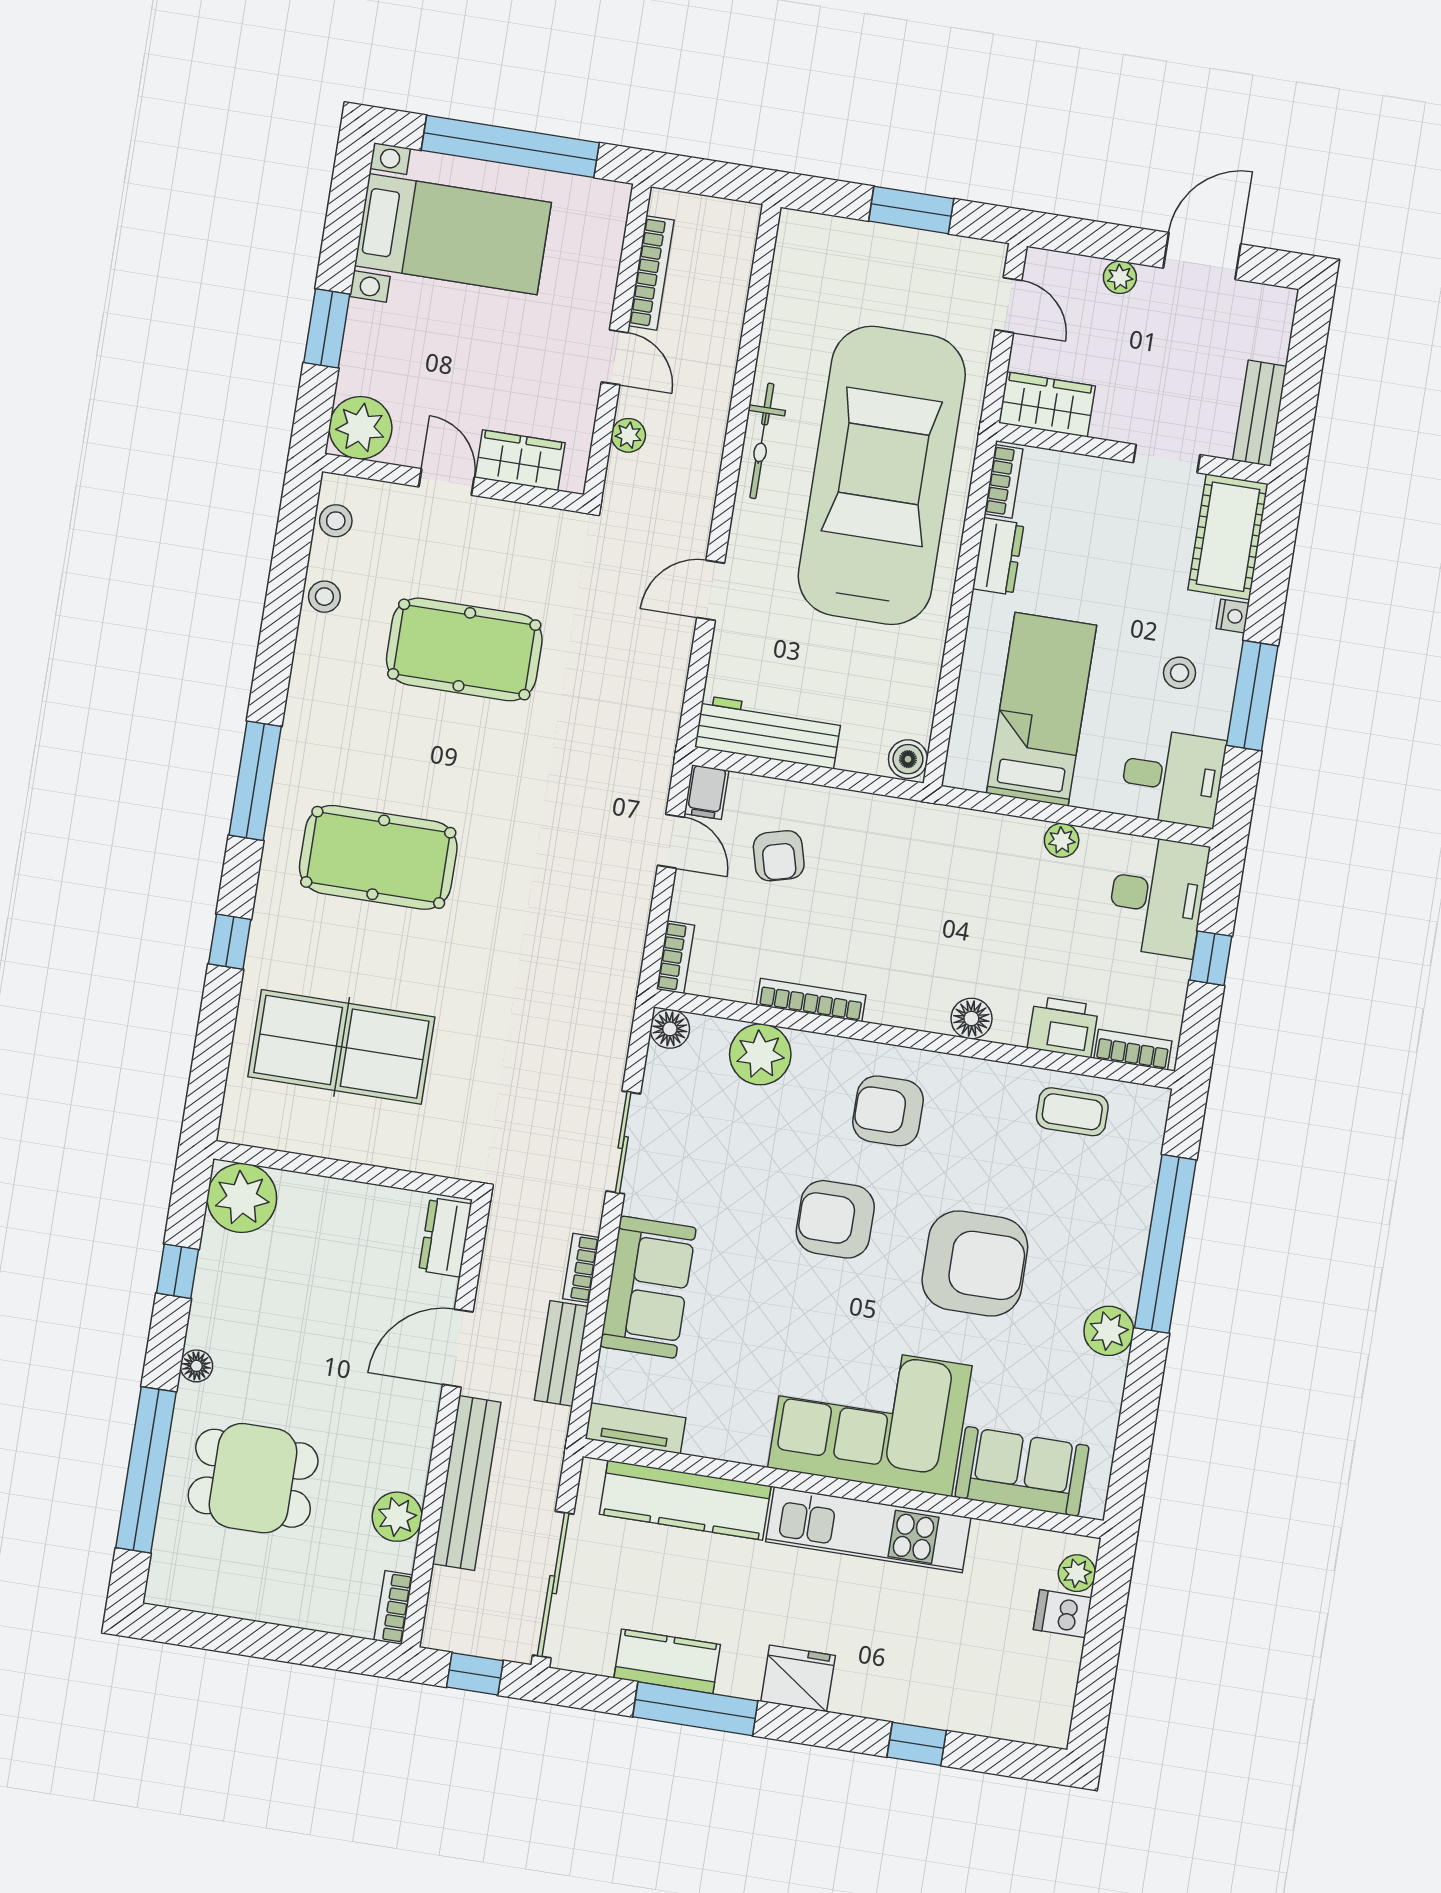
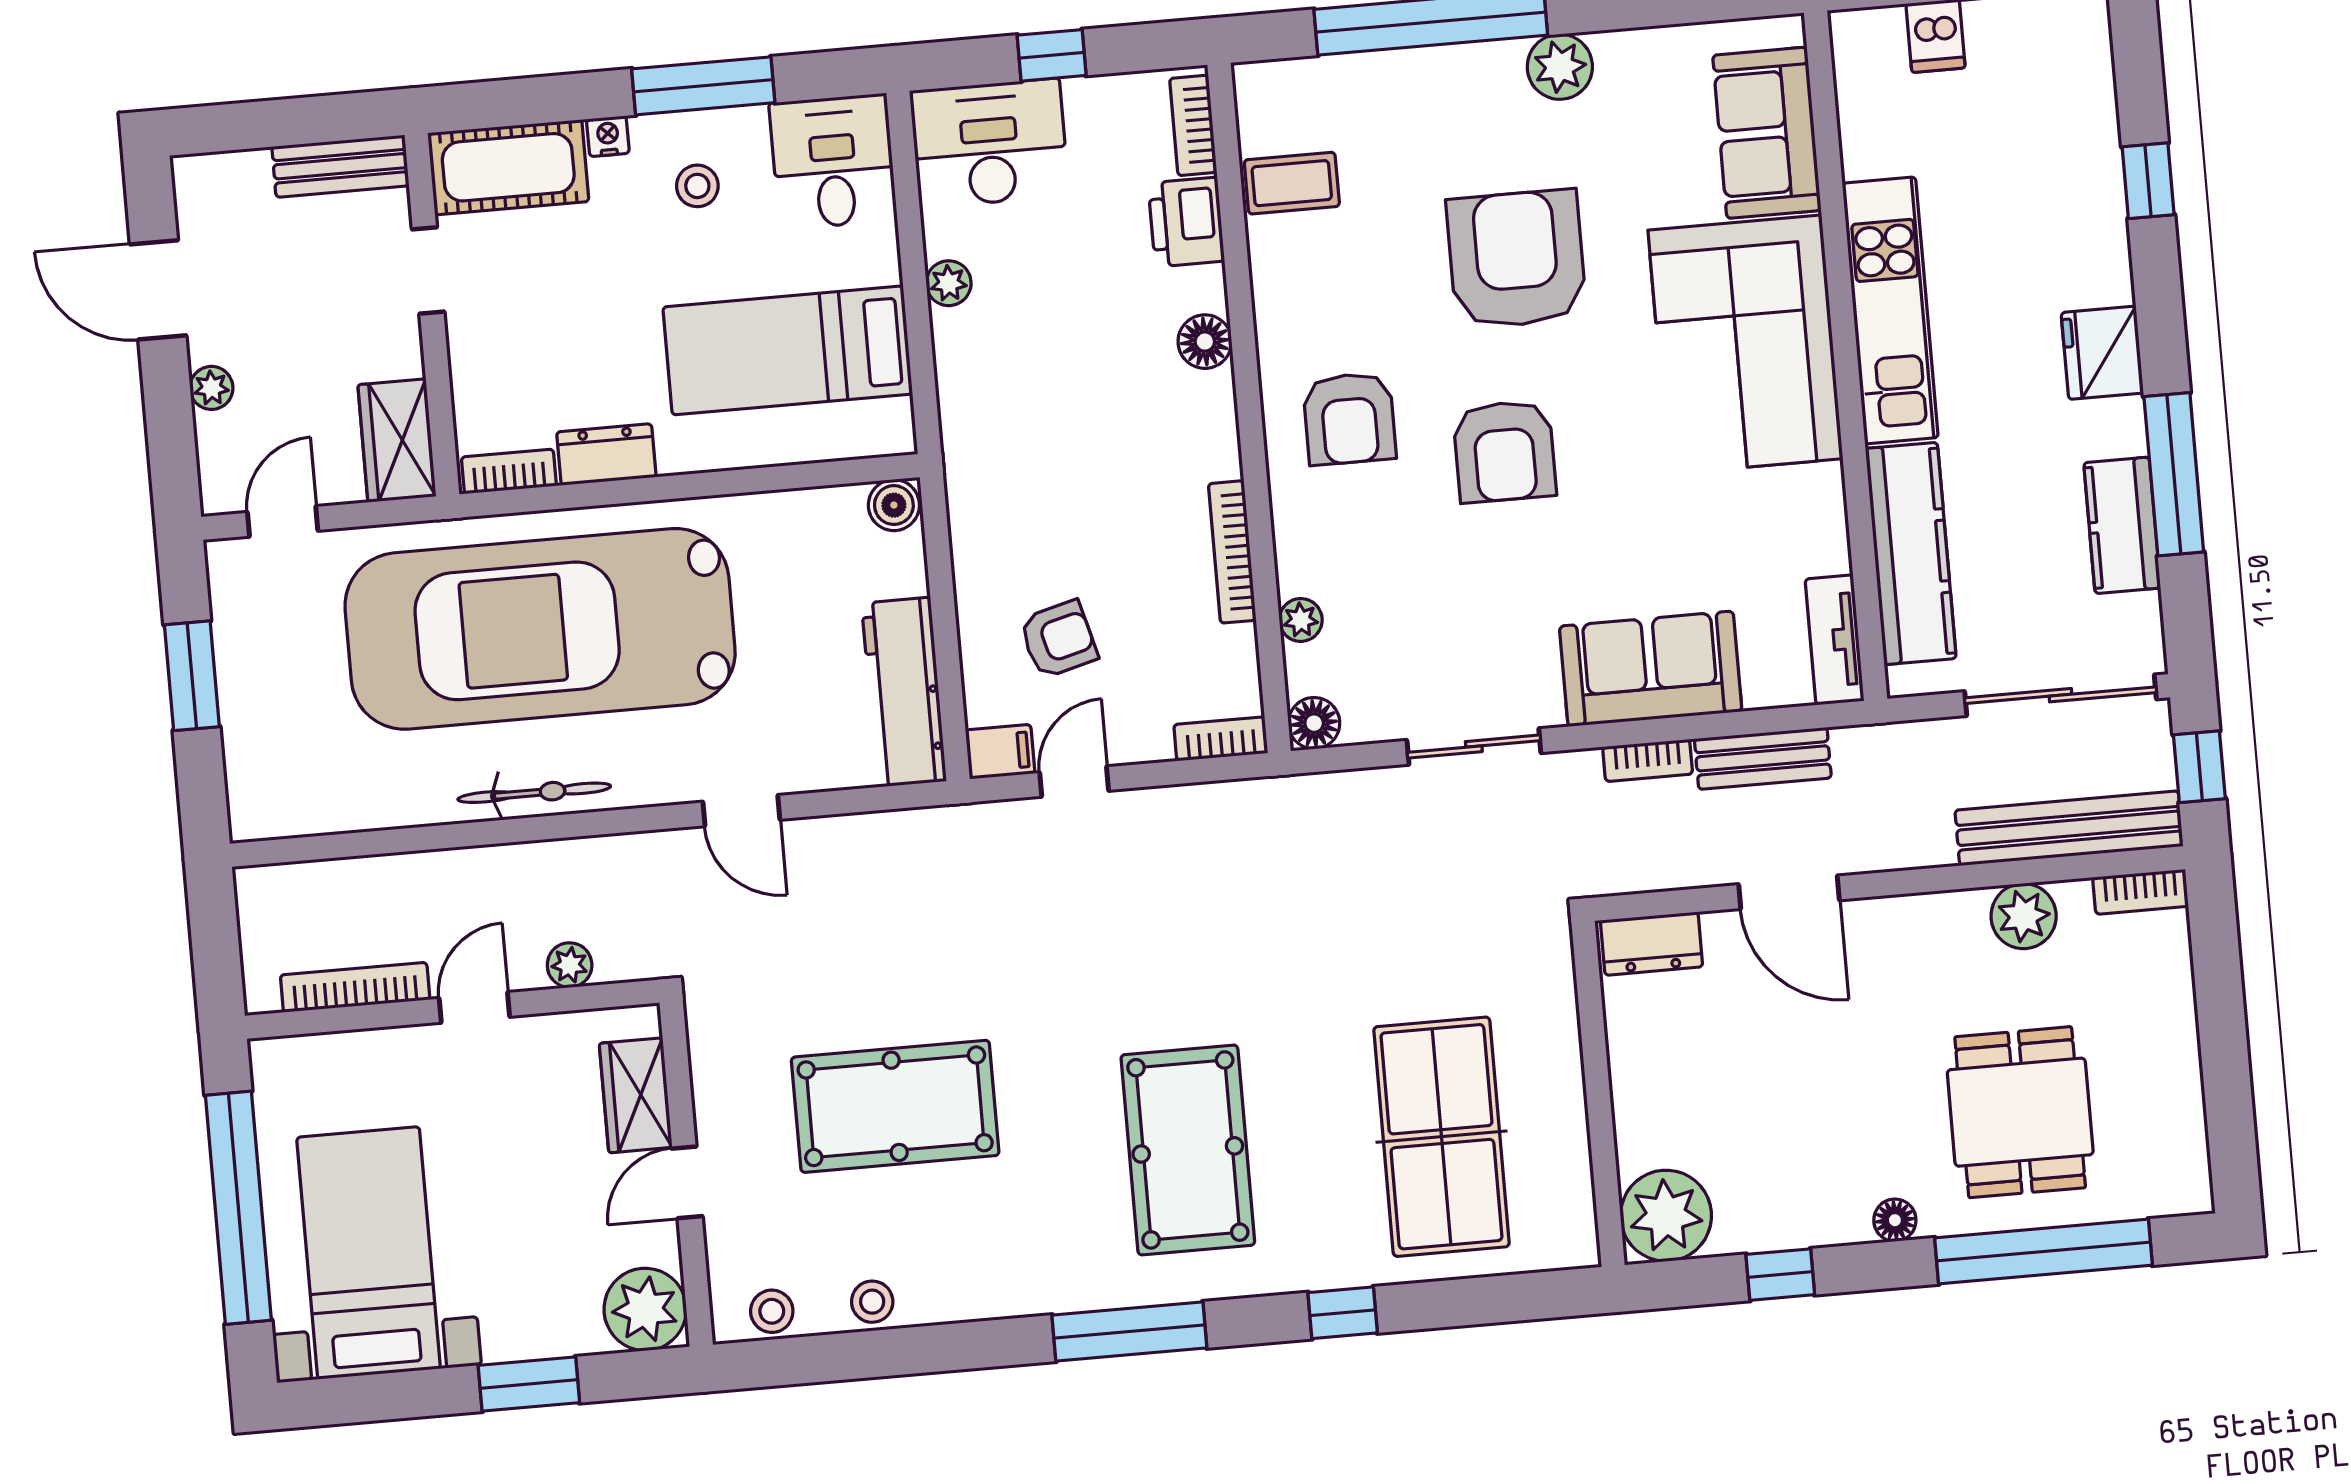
pool table: (464, 649) -> (895, 1106), turned 90
plant: (760, 1054) -> (1301, 620), width x0.53, depth x0.53
coffee table: (1072, 1112) -> (1292, 183), turned 90
bench: (467, 1483) -> (2069, 828), moved
plant: (1077, 1573) -> (1879, 30), removed

